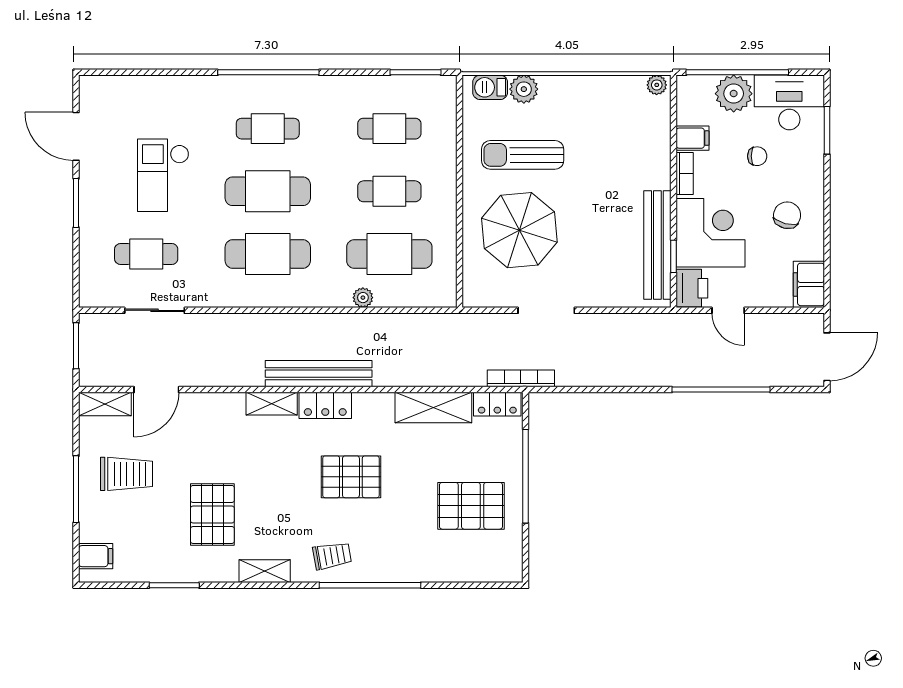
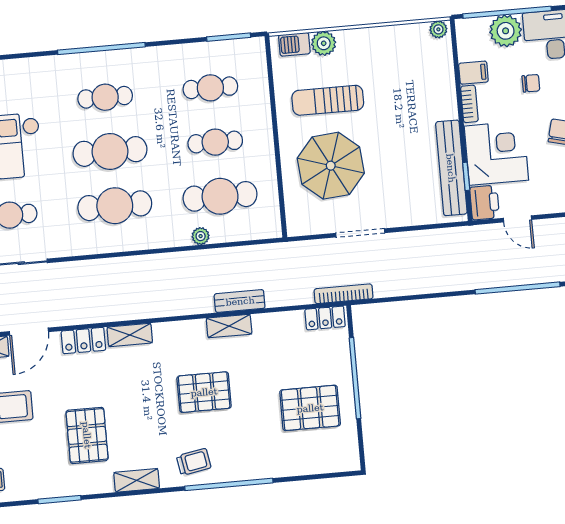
bench: (319, 374) -> (240, 301), moved, width x0.54, depth x0.82
locker: (325, 405) -> (83, 341), moved
shelving: (433, 408) -> (229, 326), moved, width x0.67, depth x0.75

